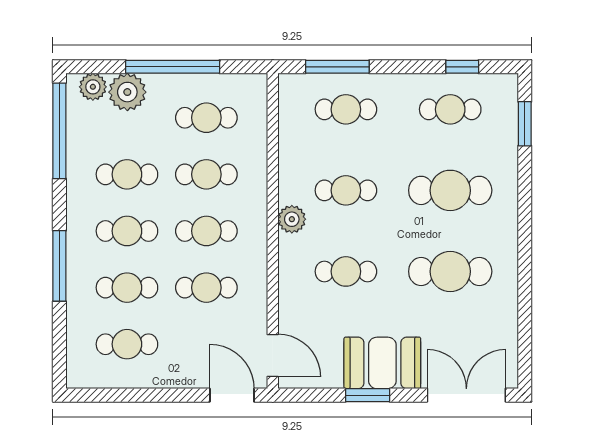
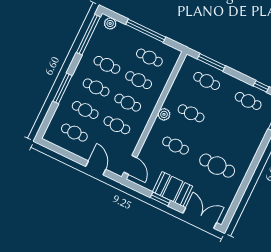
plant: (127, 92) -> (123, 32), removed
cafe table: (450, 190) -> (233, 133), removed
door: (232, 395) -> (96, 168), moved

